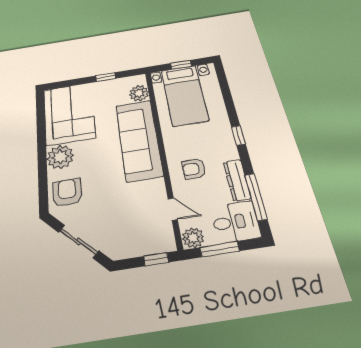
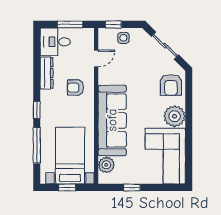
armchair: (194, 169) -> (75, 88), turned 180
window: (256, 197) -> (37, 145), moved
door: (173, 209) -> (96, 58), swing flipped
plant: (193, 238) -> (86, 35), removed
side table: (139, 243) -> (123, 38), added

